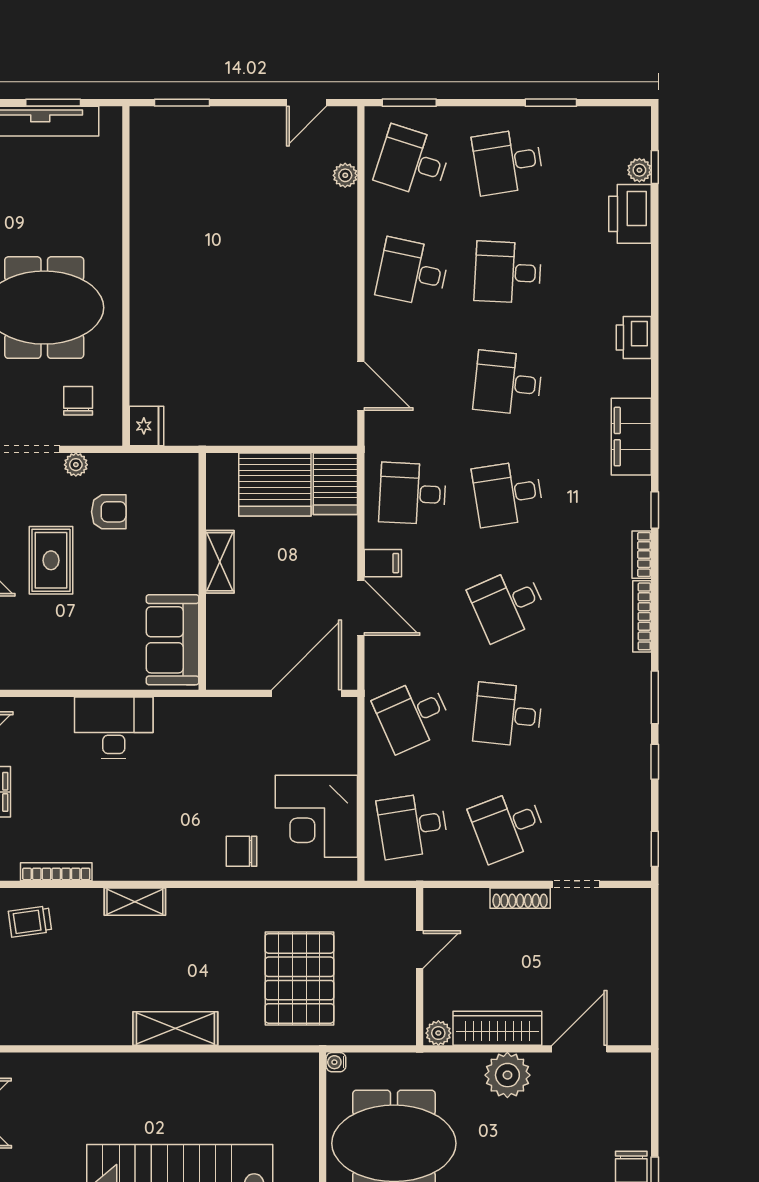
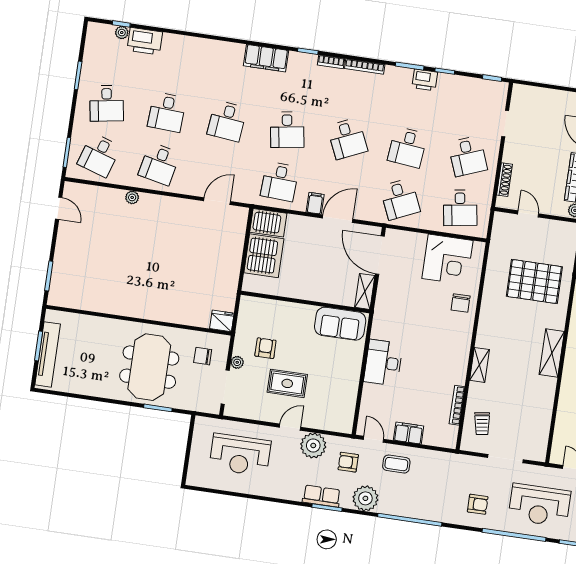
plant: (345, 175) -> (132, 197), moved
printer: (634, 338) -> (425, 80), moved
shelving: (220, 562) -> (365, 291), moved, turned 90
shoe rack: (520, 898) -> (505, 180), moved

